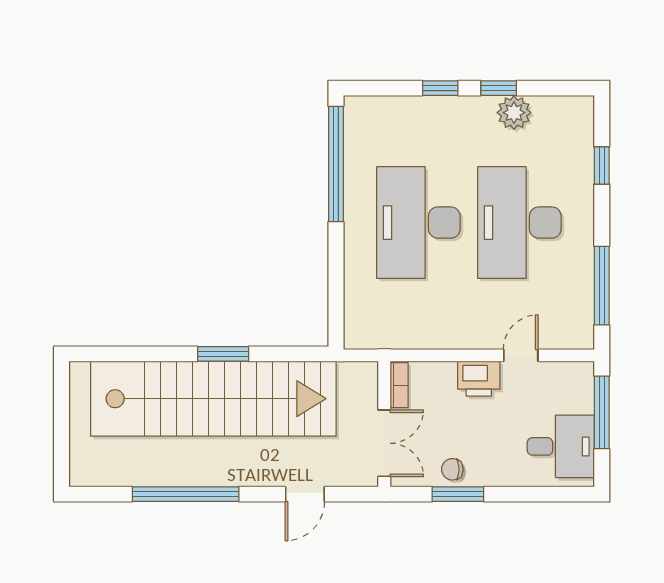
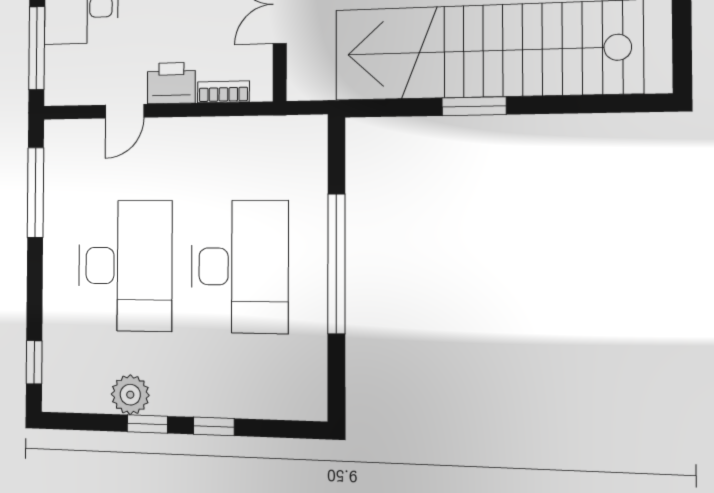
window: (336, 164) -> (336, 264), moved
window: (602, 165) -> (34, 362), moved
bookcase: (399, 385) -> (223, 92), moved, turned 90

